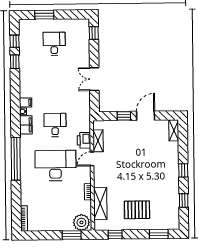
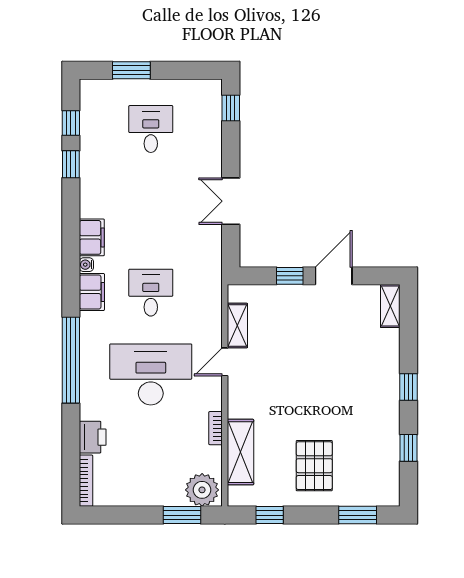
filing cabinet: (26, 102) -> (92, 237), width x2.00
printer: (84, 140) -> (93, 437), moved, turned 180
pallet: (137, 210) -> (314, 466), turned 90

